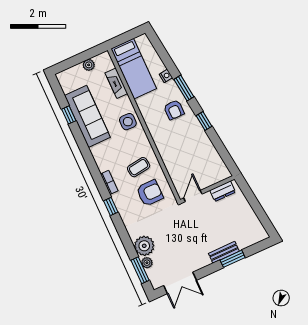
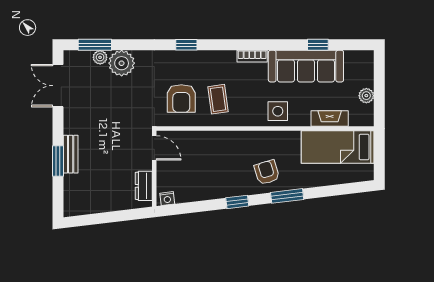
nightstand: (166, 76) -> (167, 199), moved
armchair: (174, 110) -> (267, 172), turned 73
bookcase: (109, 182) -> (252, 56), moved

